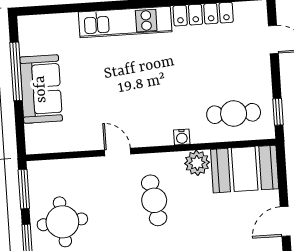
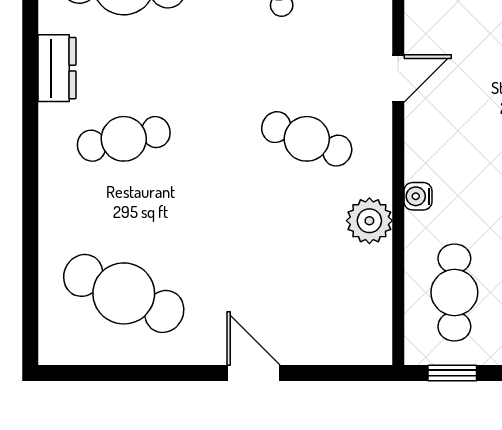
booth: (245, 169) -> (353, 306), removed
cafe table: (154, 200) -> (307, 139), turned 30

